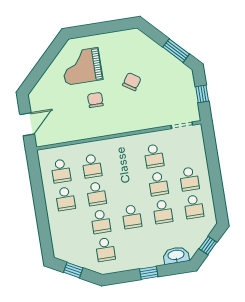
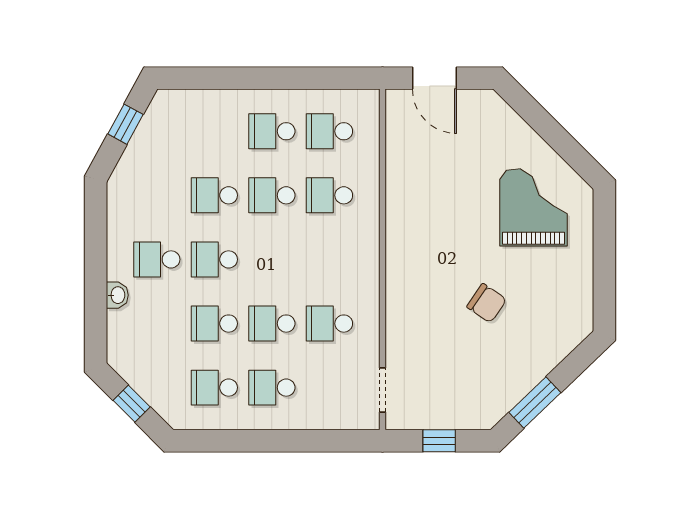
chair: (95, 100) -> (461, 224), removed
school desk: (105, 249) -> (157, 259), moved
washbasin: (176, 255) -> (117, 295), moved, width x0.52, depth x0.69
window: (149, 273) -> (96, 275), removed

